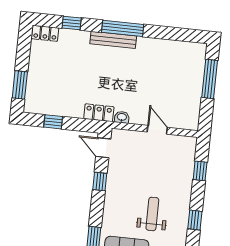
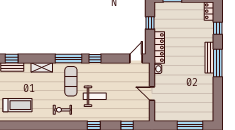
locker: (99, 113) -> (159, 48), width x1.53
door: (157, 130) -> (152, 94), swing flipped
window: (100, 181) -> (95, 58), moved

